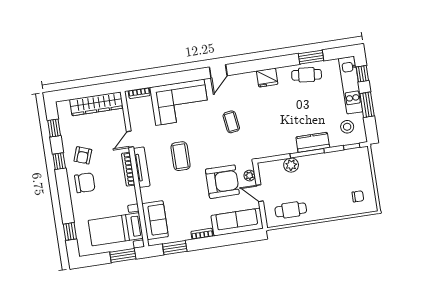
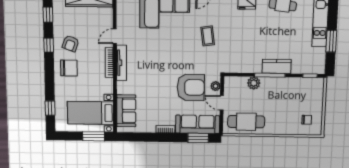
window: (362, 74) -> (333, 13), removed
stool: (347, 127) -> (310, 58), removed
coffee table: (181, 156) -> (157, 59), removed
cafe table: (291, 210) -> (246, 122), width x1.37, depth x1.35
window: (175, 248) -> (198, 138), moved

